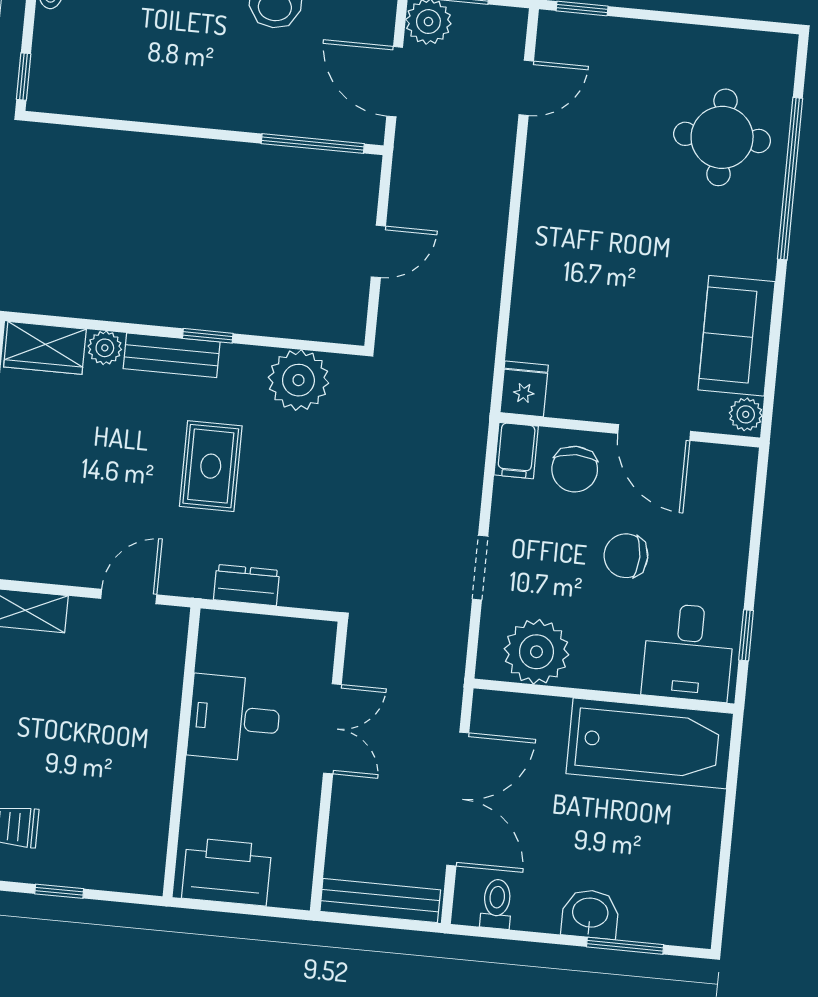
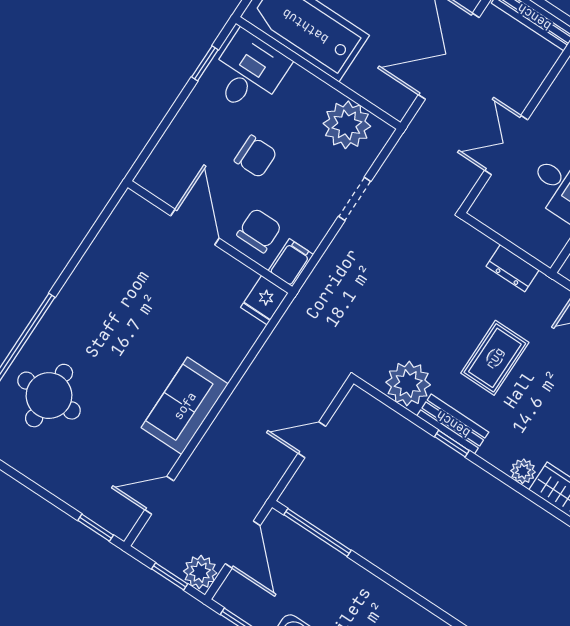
sofa: (737, 336) -> (185, 406), moved, turned 180
bench: (172, 355) -> (453, 424), moved
plant: (746, 414) -> (129, 207), removed

